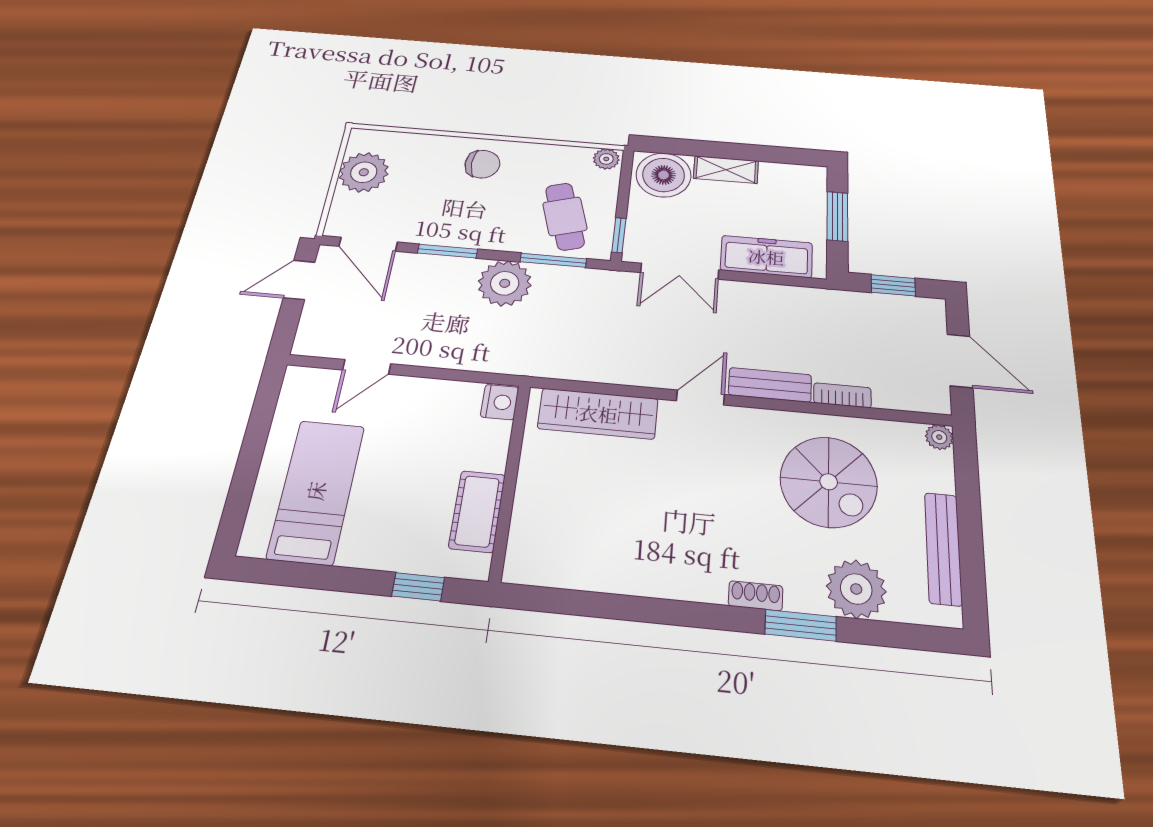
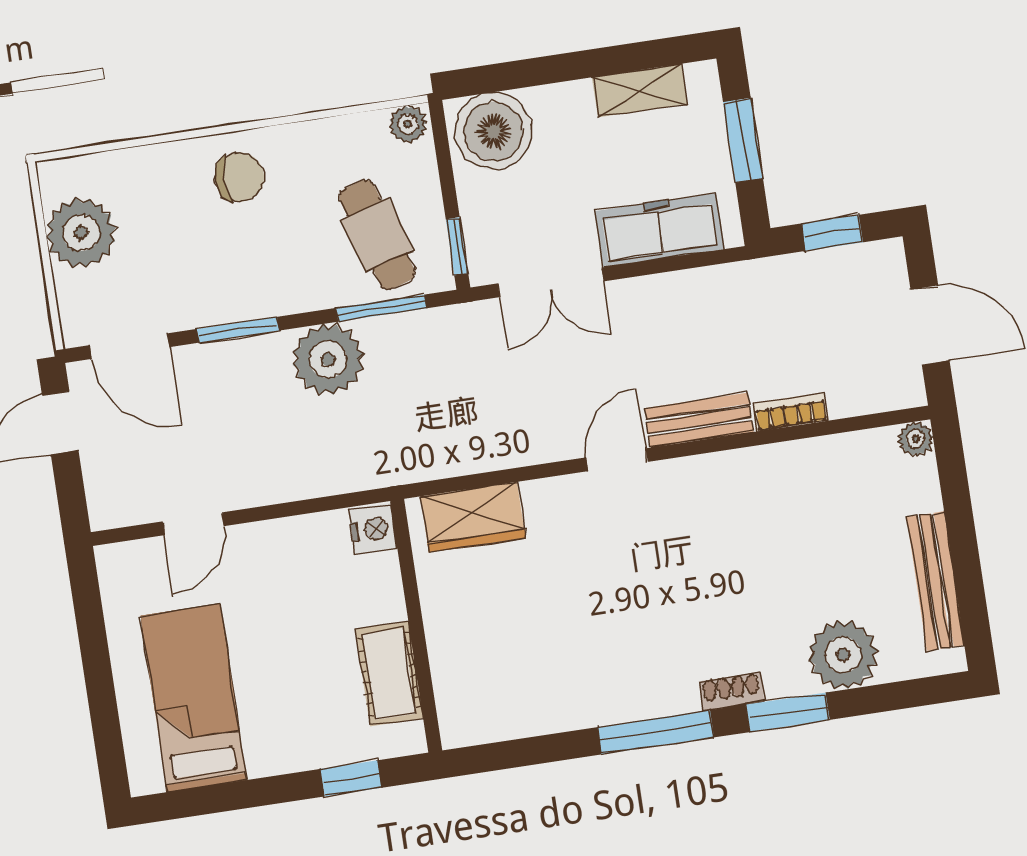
shelving: (726, 170) -> (640, 91), moved
wardrobe: (598, 414) -> (473, 517), width x0.67
spiral stairs: (829, 482) -> (792, 532), removed
window: (684, 614) -> (656, 732), added

